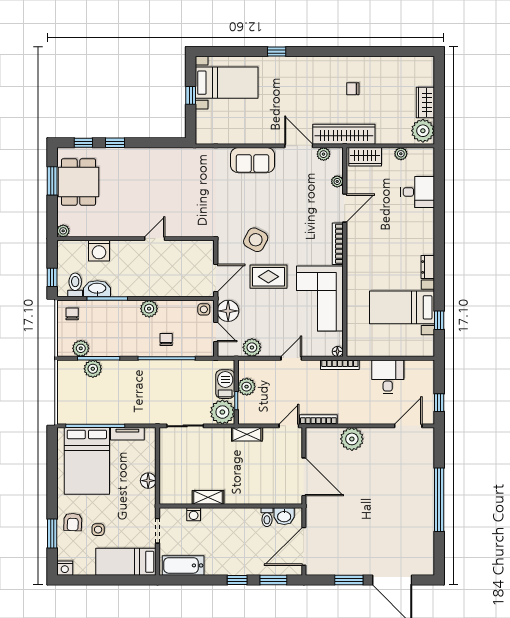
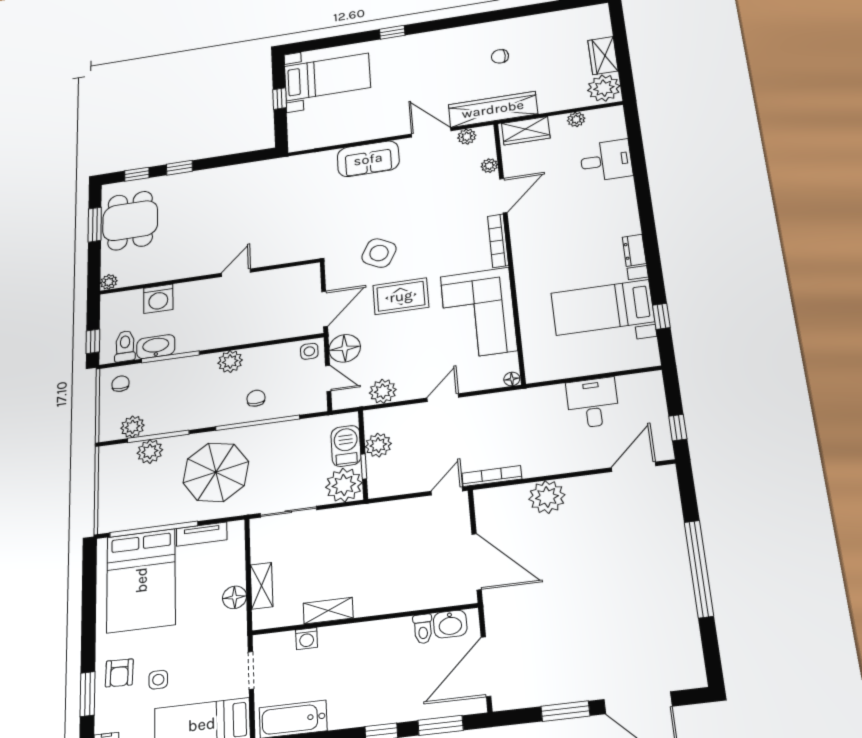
bookcase: (340, 365) -> (517, 396), removed
parasol: (138, 391) -> (216, 472), added
shelving: (247, 434) -> (262, 586), moved, turned 90

